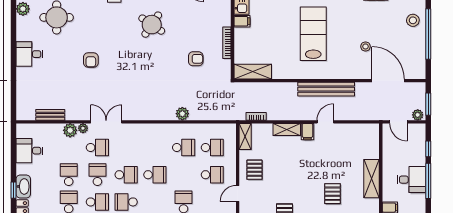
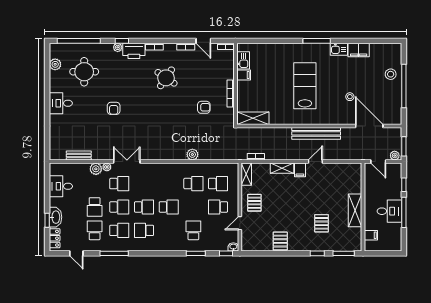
school desk: (69, 175) -> (95, 207), turned 180
school desk: (97, 175) -> (119, 207), turned 90
school desk: (212, 175) -> (218, 207), turned 180

